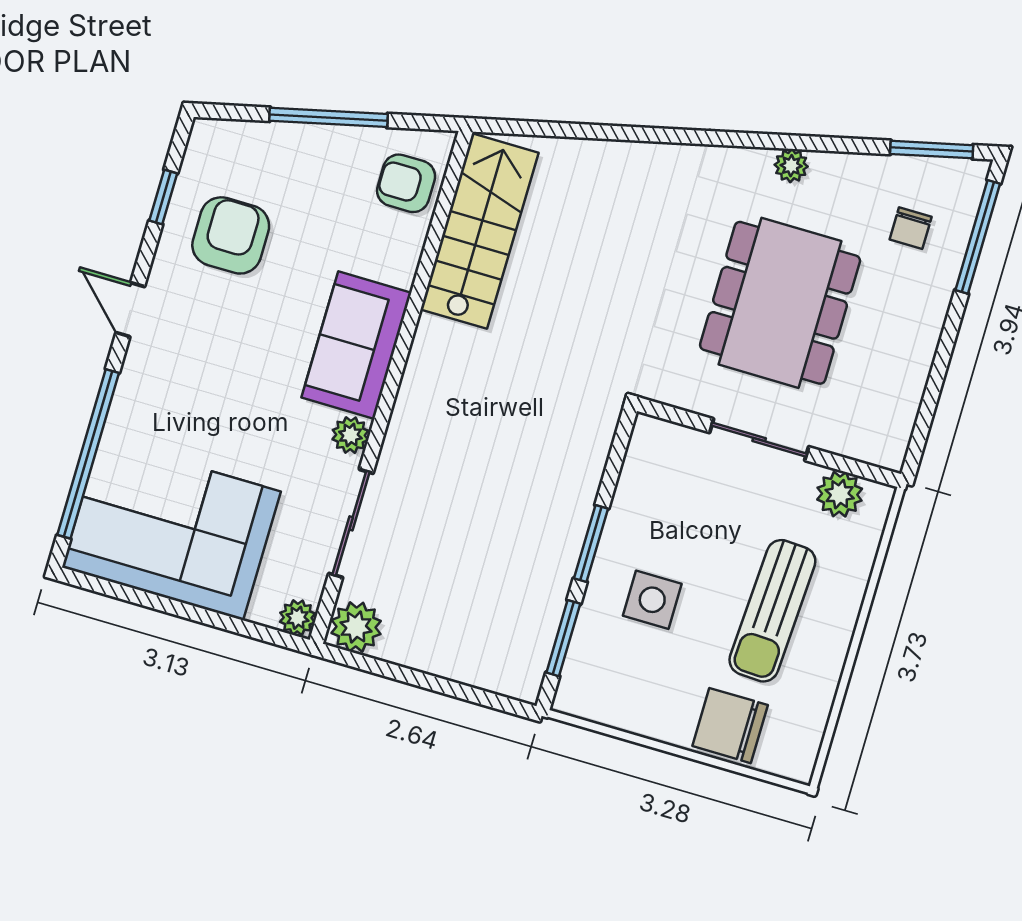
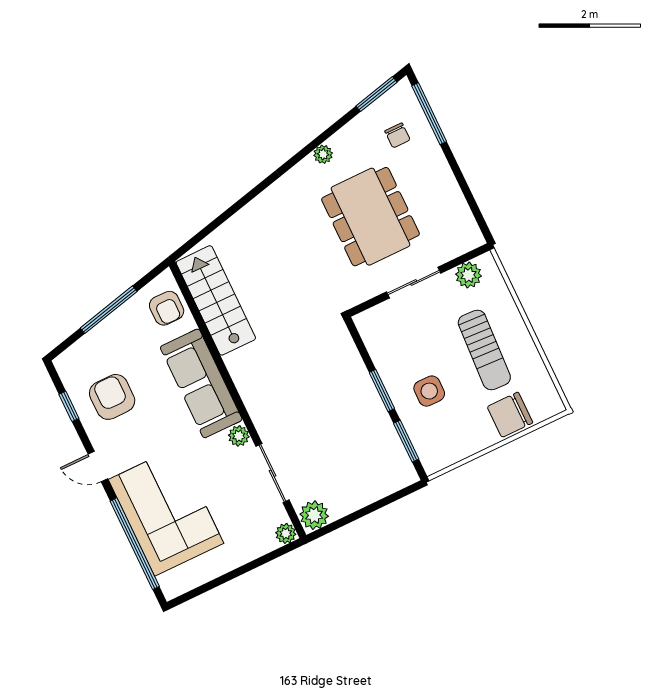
armchair: (406, 183) -> (167, 308), turned -90
sofa: (356, 345) -> (201, 383), width x1.36
corner sofa: (171, 529) -> (166, 511), moved, turned 90

